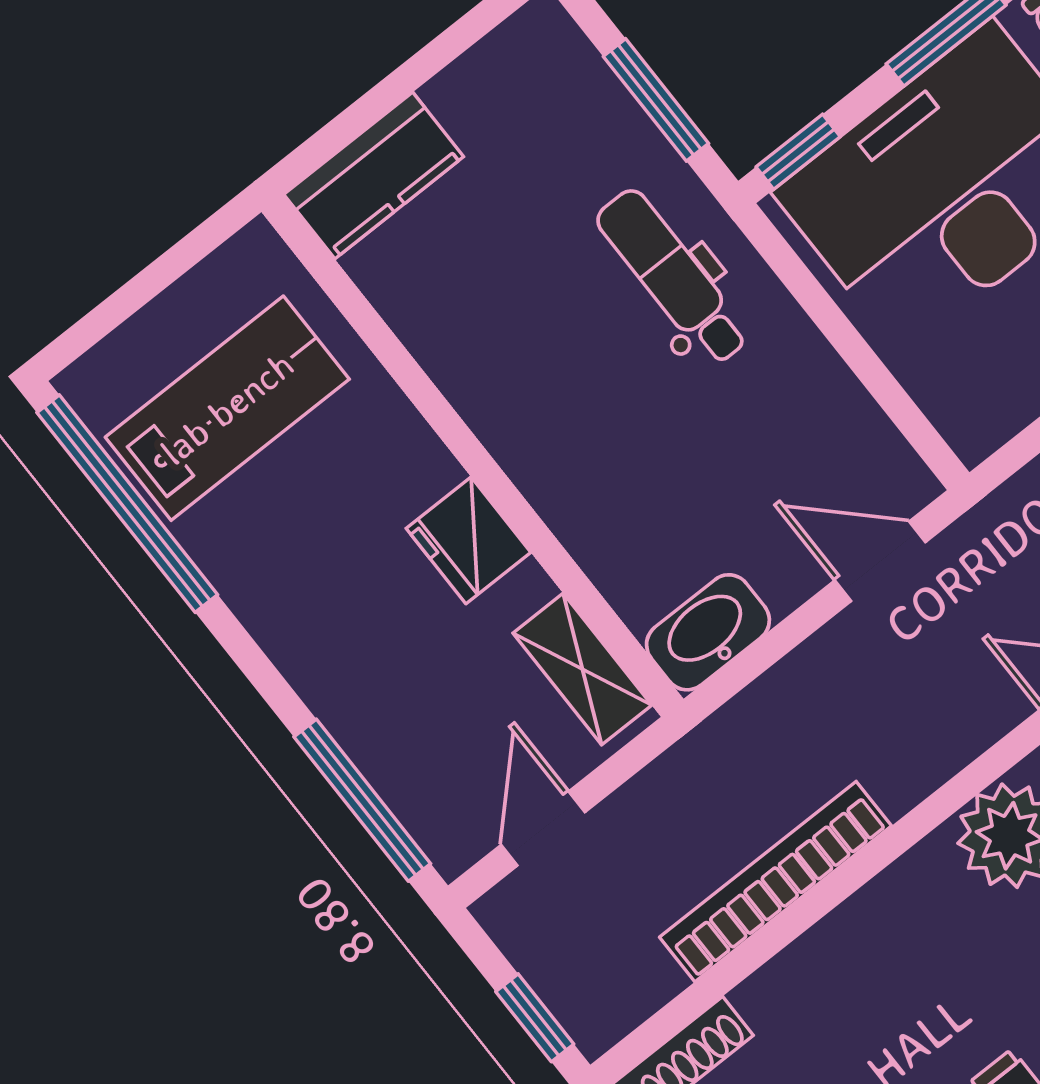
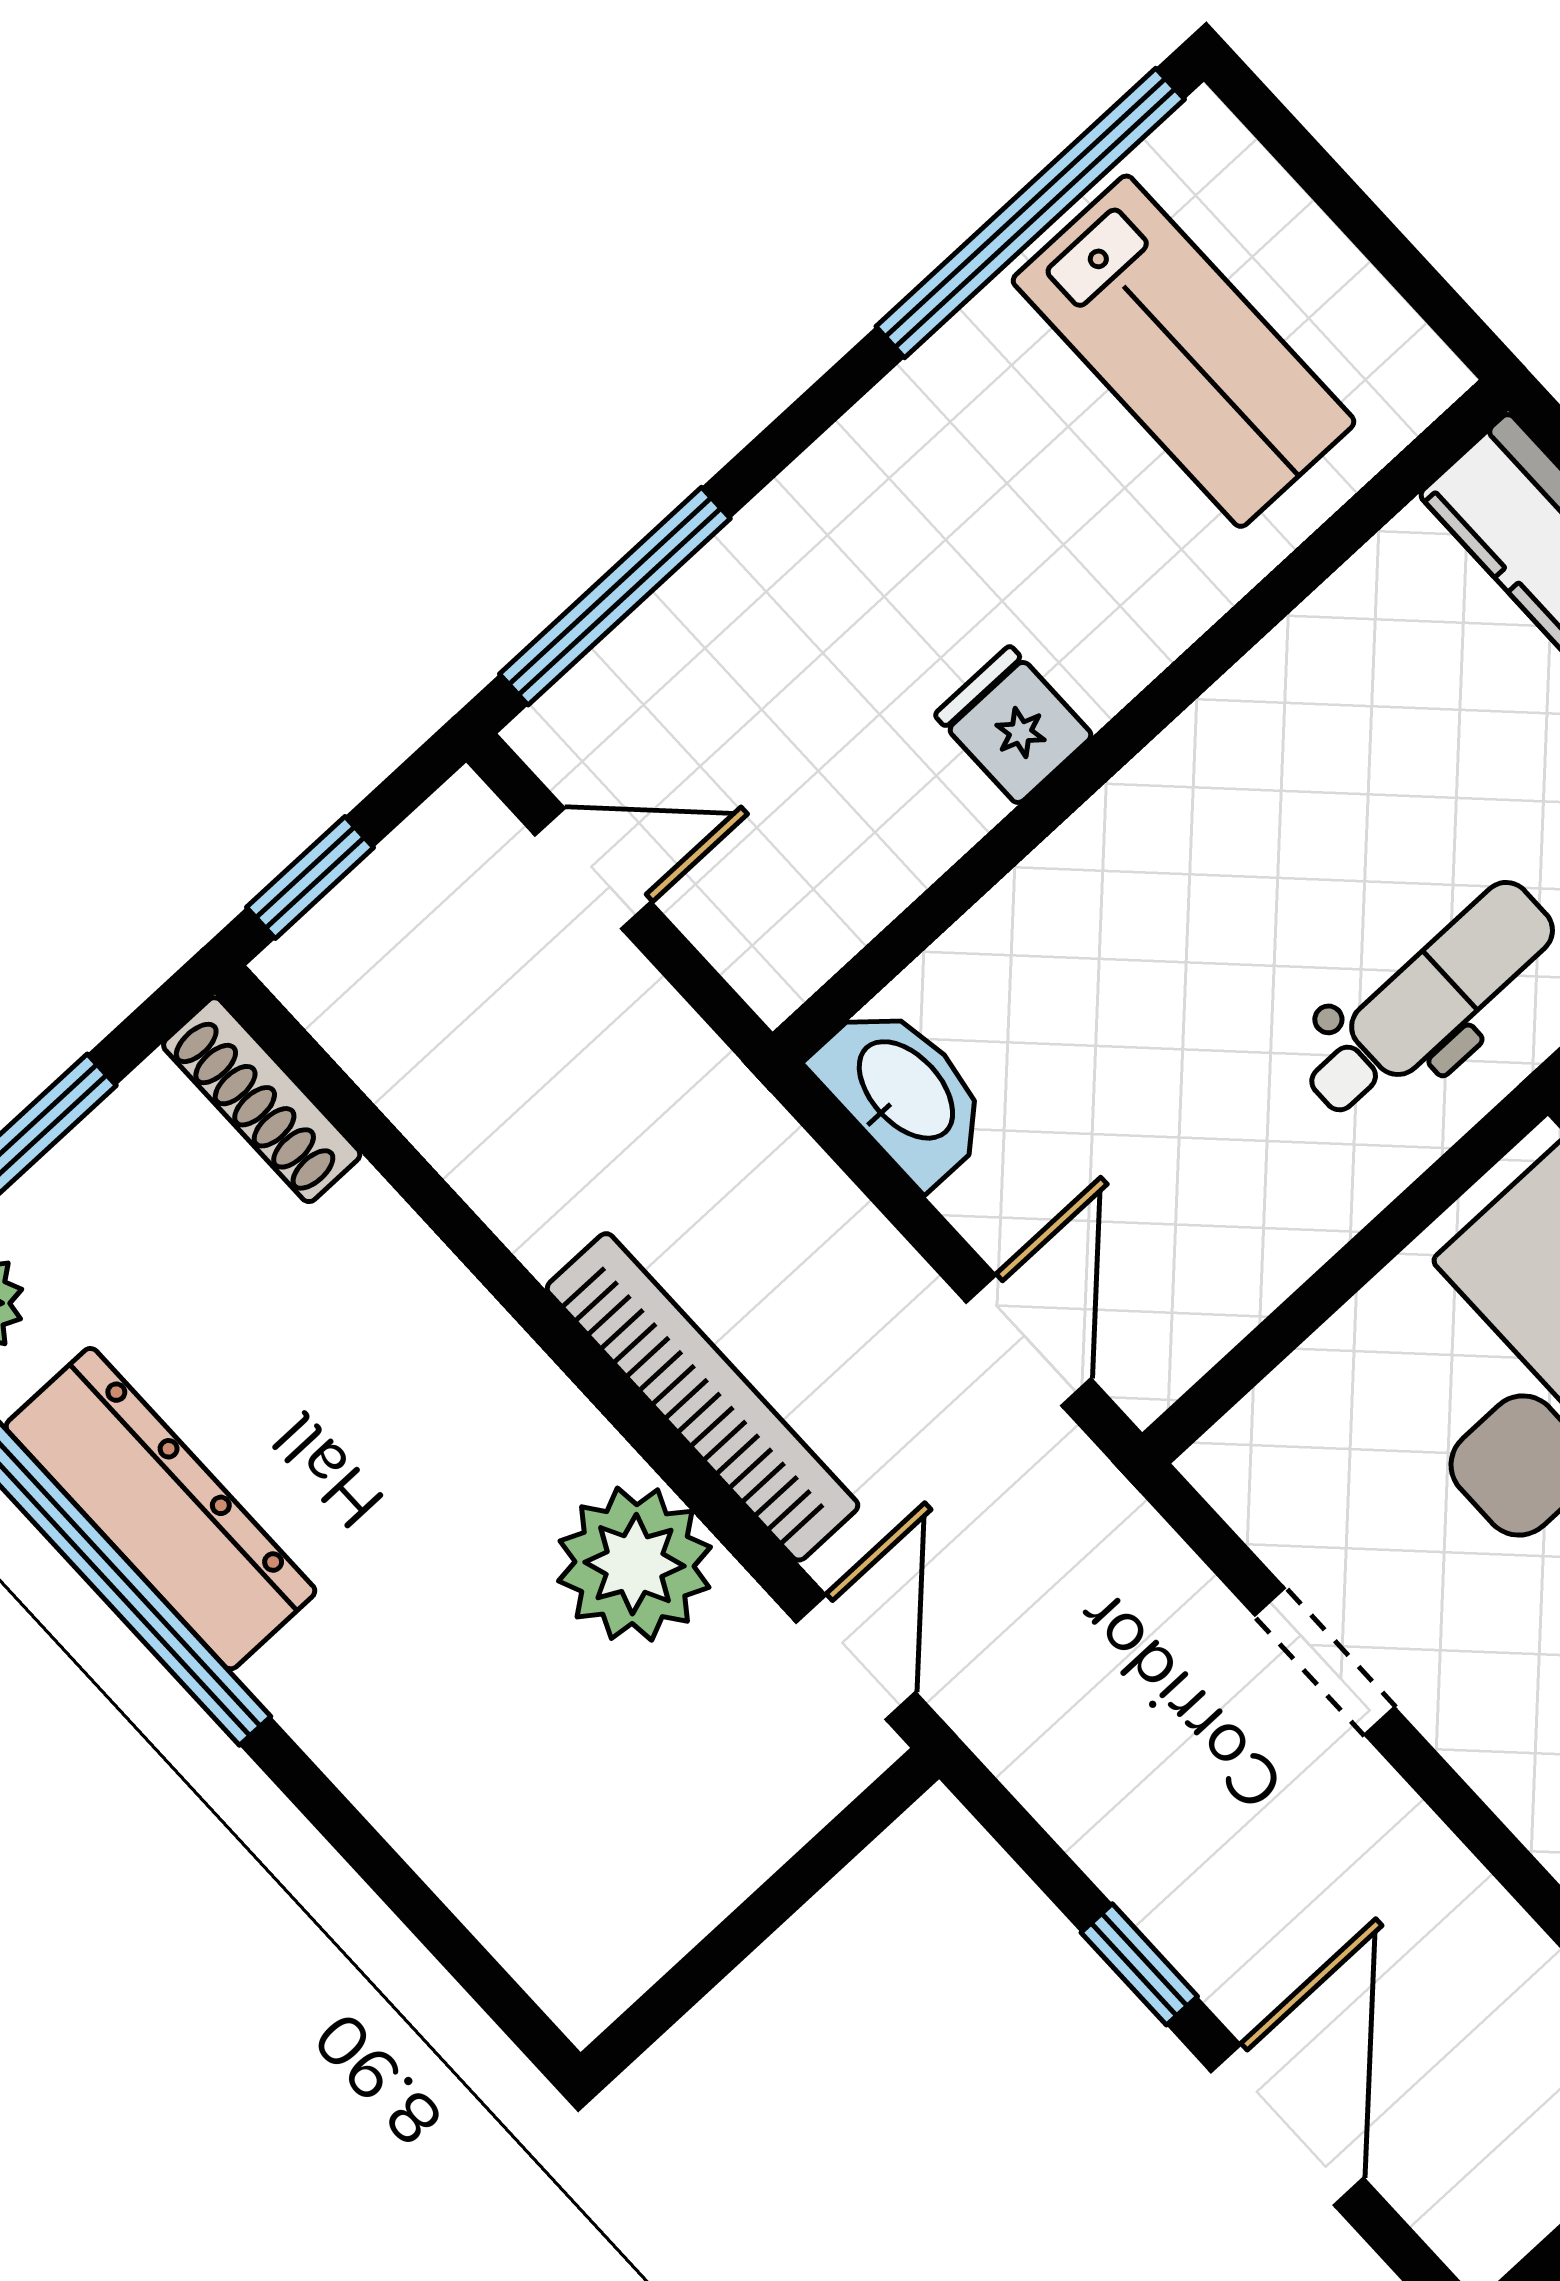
fridge: (468, 540) -> (1014, 725), width x0.72
shelving: (582, 669) -> (835, 909), removed
bookcase: (775, 882) -> (702, 1397), moved

